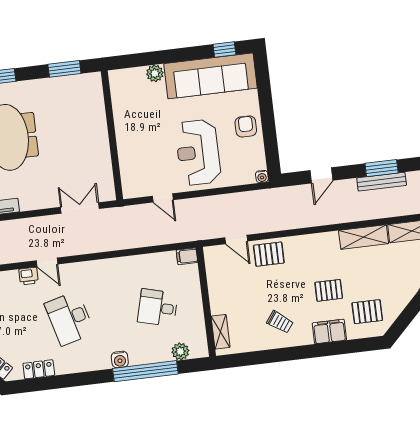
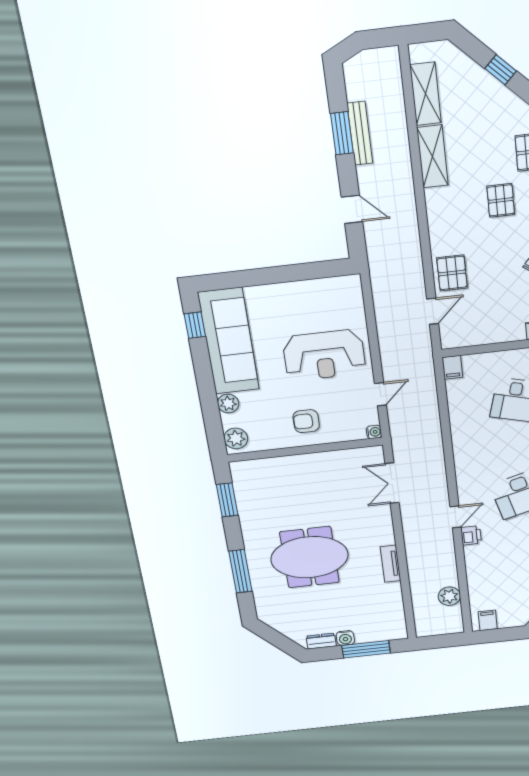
plant: (123, 78) -> (236, 438), added
armchair: (246, 126) -> (306, 421), moved
water cooler: (262, 177) -> (374, 432), moved

